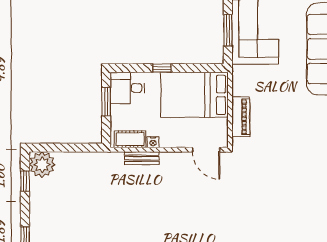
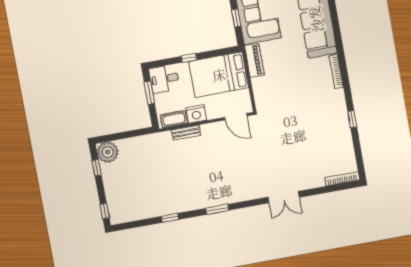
window: (228, 30) -> (236, 18), width x0.67
piano: (241, 117) -> (254, 60), moved
nightstand: (153, 142) -> (196, 114), width x1.89, depth x1.79

